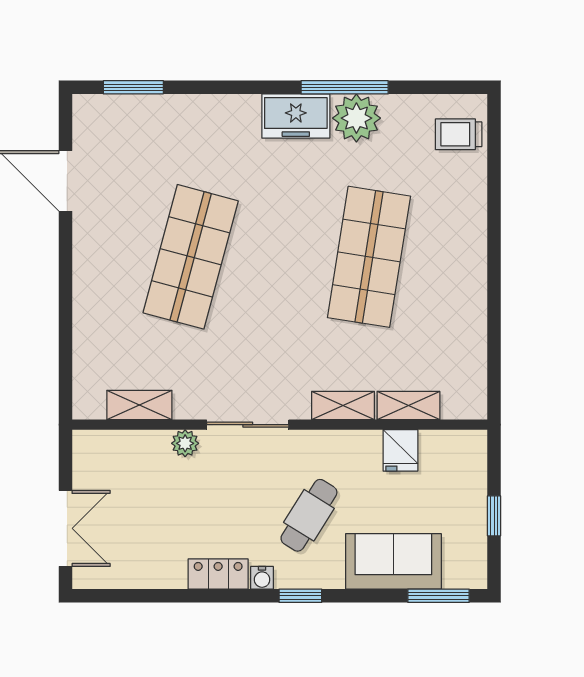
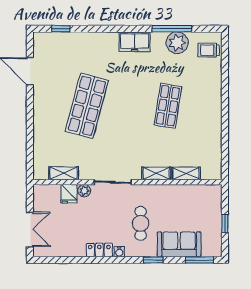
window: (133, 87) -> (61, 29), width x0.67
window: (345, 87) -> (172, 29), moved
plant: (356, 118) -> (177, 43), moved
shop shelf: (369, 257) -> (168, 106), width x0.70, depth x0.74
fridge: (400, 450) -> (69, 194), moved
cafe table: (309, 515) -> (141, 223), turned -32
window: (300, 596) -> (153, 260), moved

